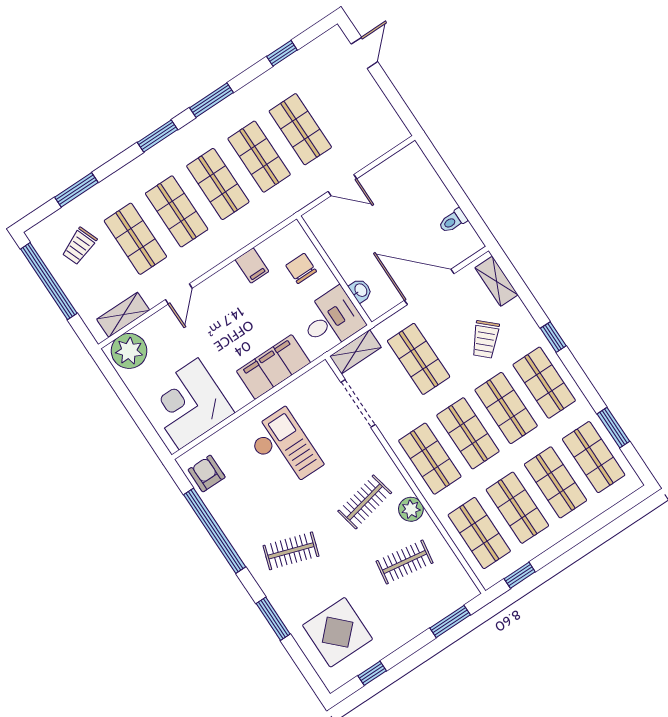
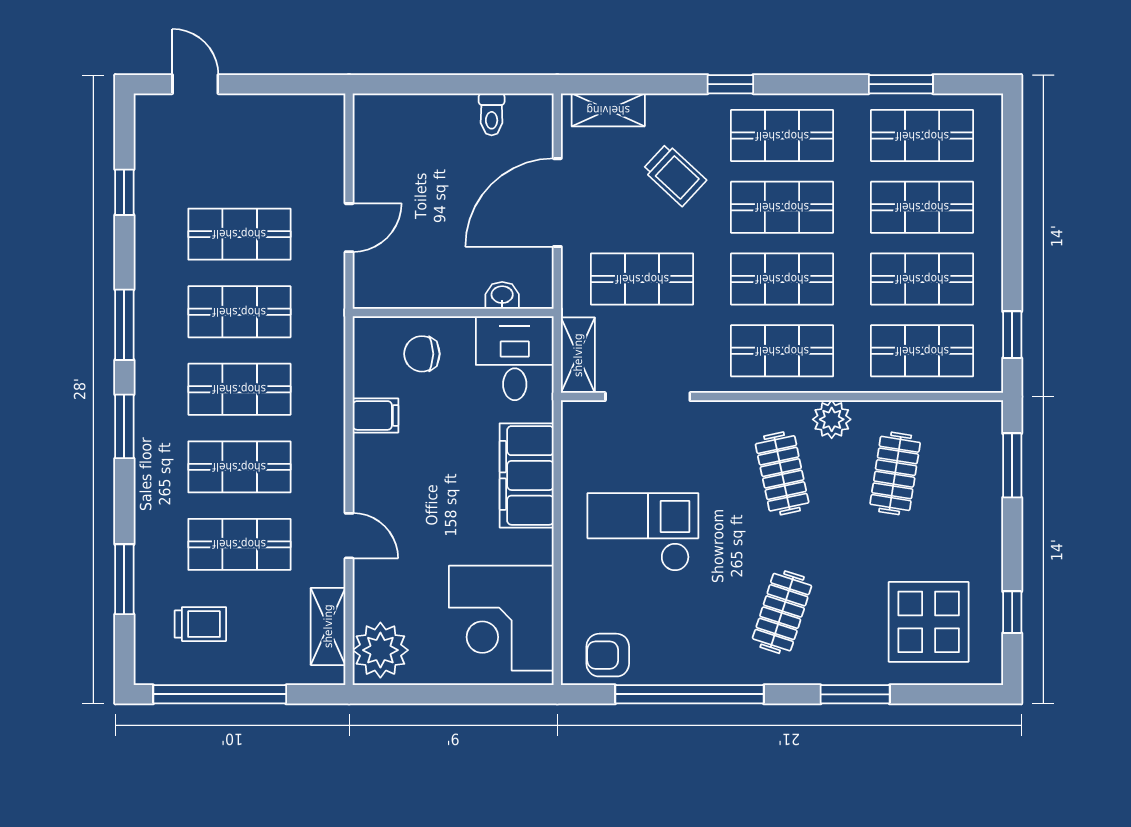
trolley: (79, 246) -> (200, 624), turned -69

